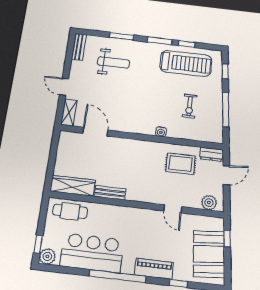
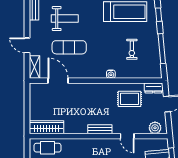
exercise mat: (114, 95) -> (69, 47), added
bench: (110, 193) -> (100, 129), moved

